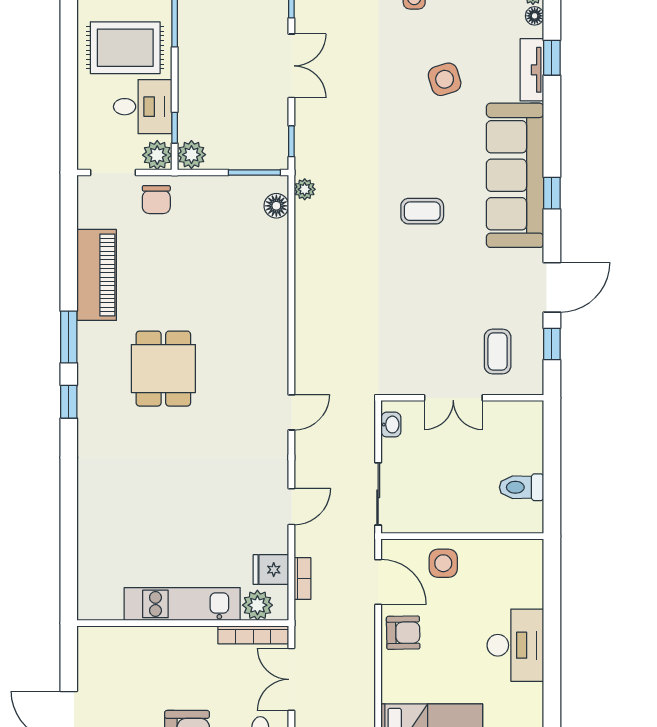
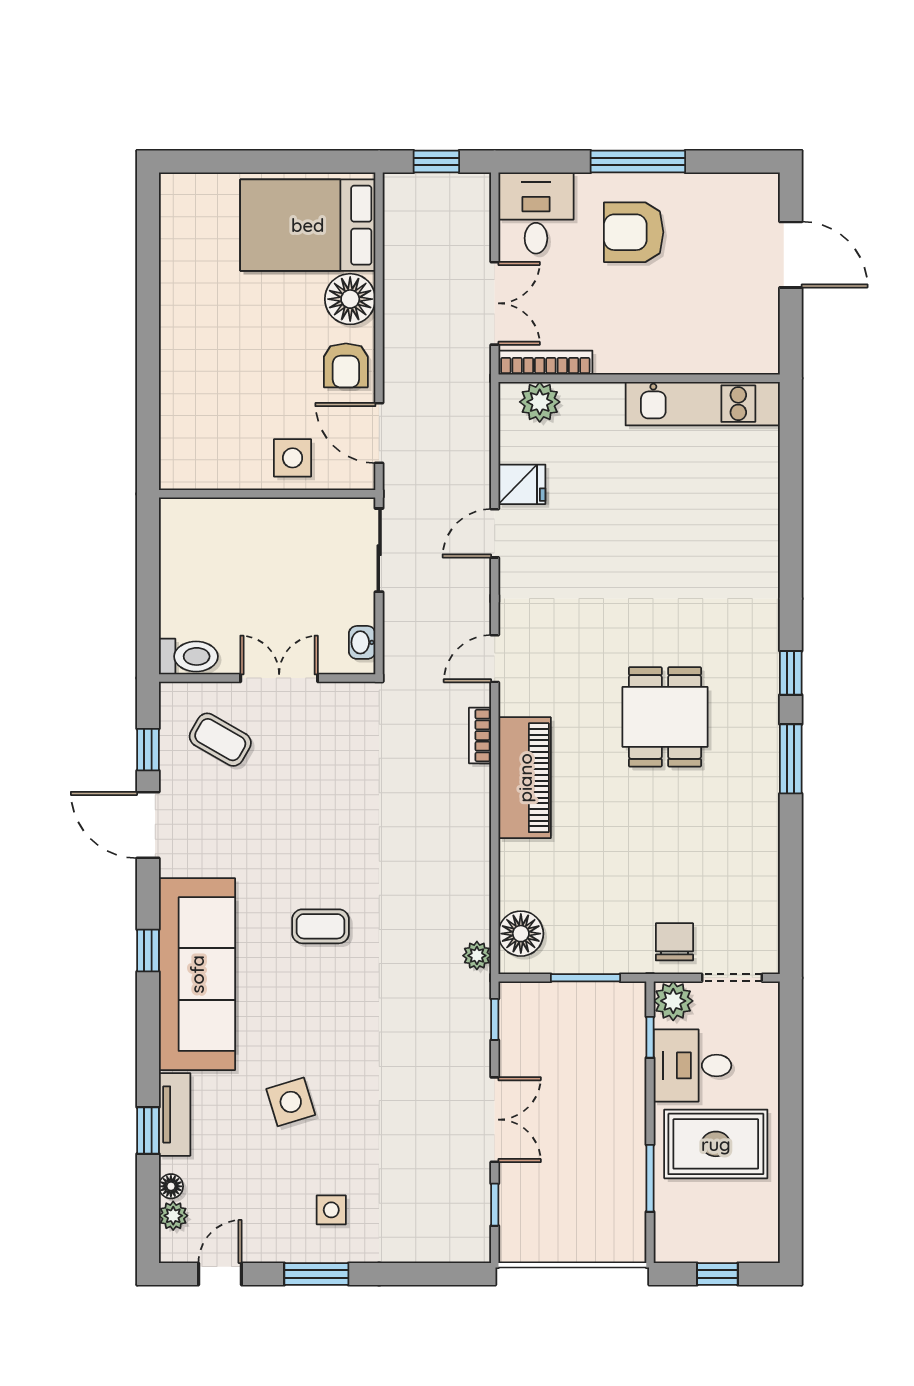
double door: (291, 66) -> (495, 1120), swing flipped
plant: (191, 155) -> (628, 1002), removed
window: (254, 173) -> (585, 978), moved
floor lamp: (276, 206) -> (521, 934), width x1.38, depth x1.38
piano: (97, 275) -> (525, 778), moved, turned 180
door: (552, 287) -> (148, 825), hinge flipped
coffee table: (498, 351) -> (220, 740), turned -60
toilet: (522, 487) -> (188, 656), moved
fridge: (271, 570) -> (522, 484), moved
bookcase: (302, 579) -> (480, 736), moved
kitchen unit: (182, 604) -> (703, 404), moved
armchair: (403, 633) -> (346, 365), turned -89
desk: (515, 645) -> (197, 349), removed
floor lamp: (400, 683) -> (350, 299), added

